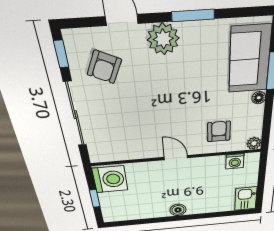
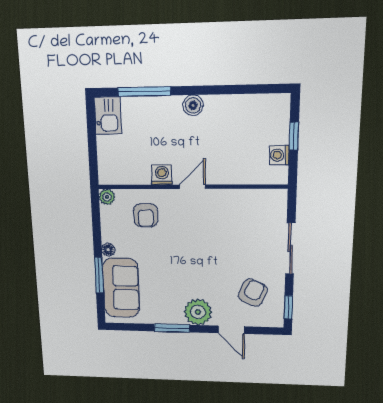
sliding door: (75, 115) -> (290, 249), width x0.73
door: (176, 158) -> (192, 187), swing flipped
washing machine: (235, 161) -> (162, 175), moved
washing machine: (110, 179) -> (279, 155), width x0.53, depth x0.53
window: (216, 215) -> (144, 91), added

